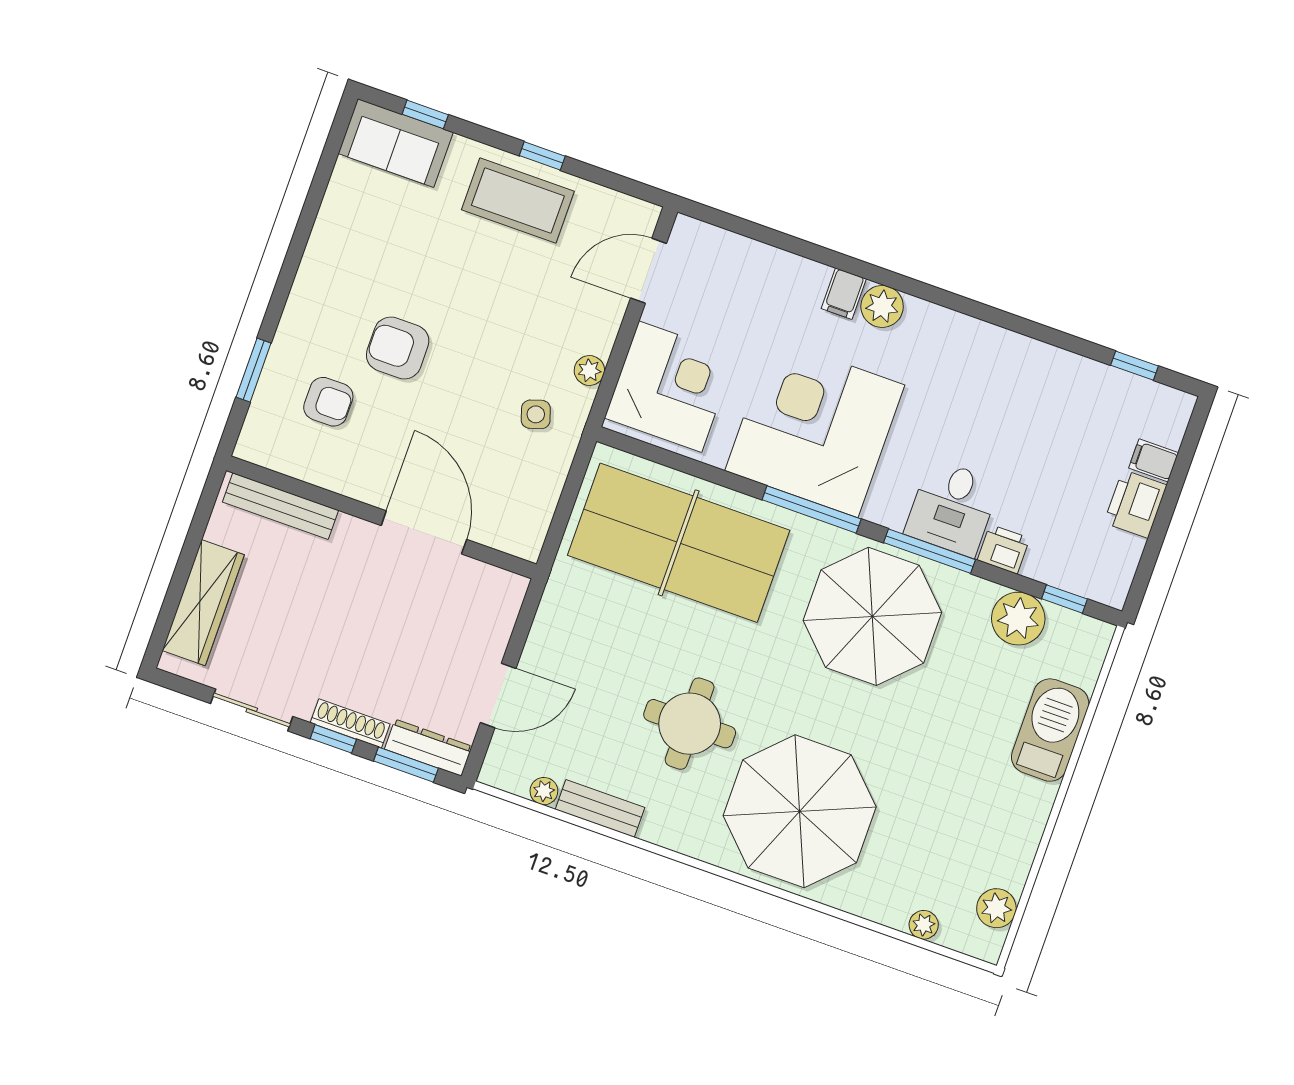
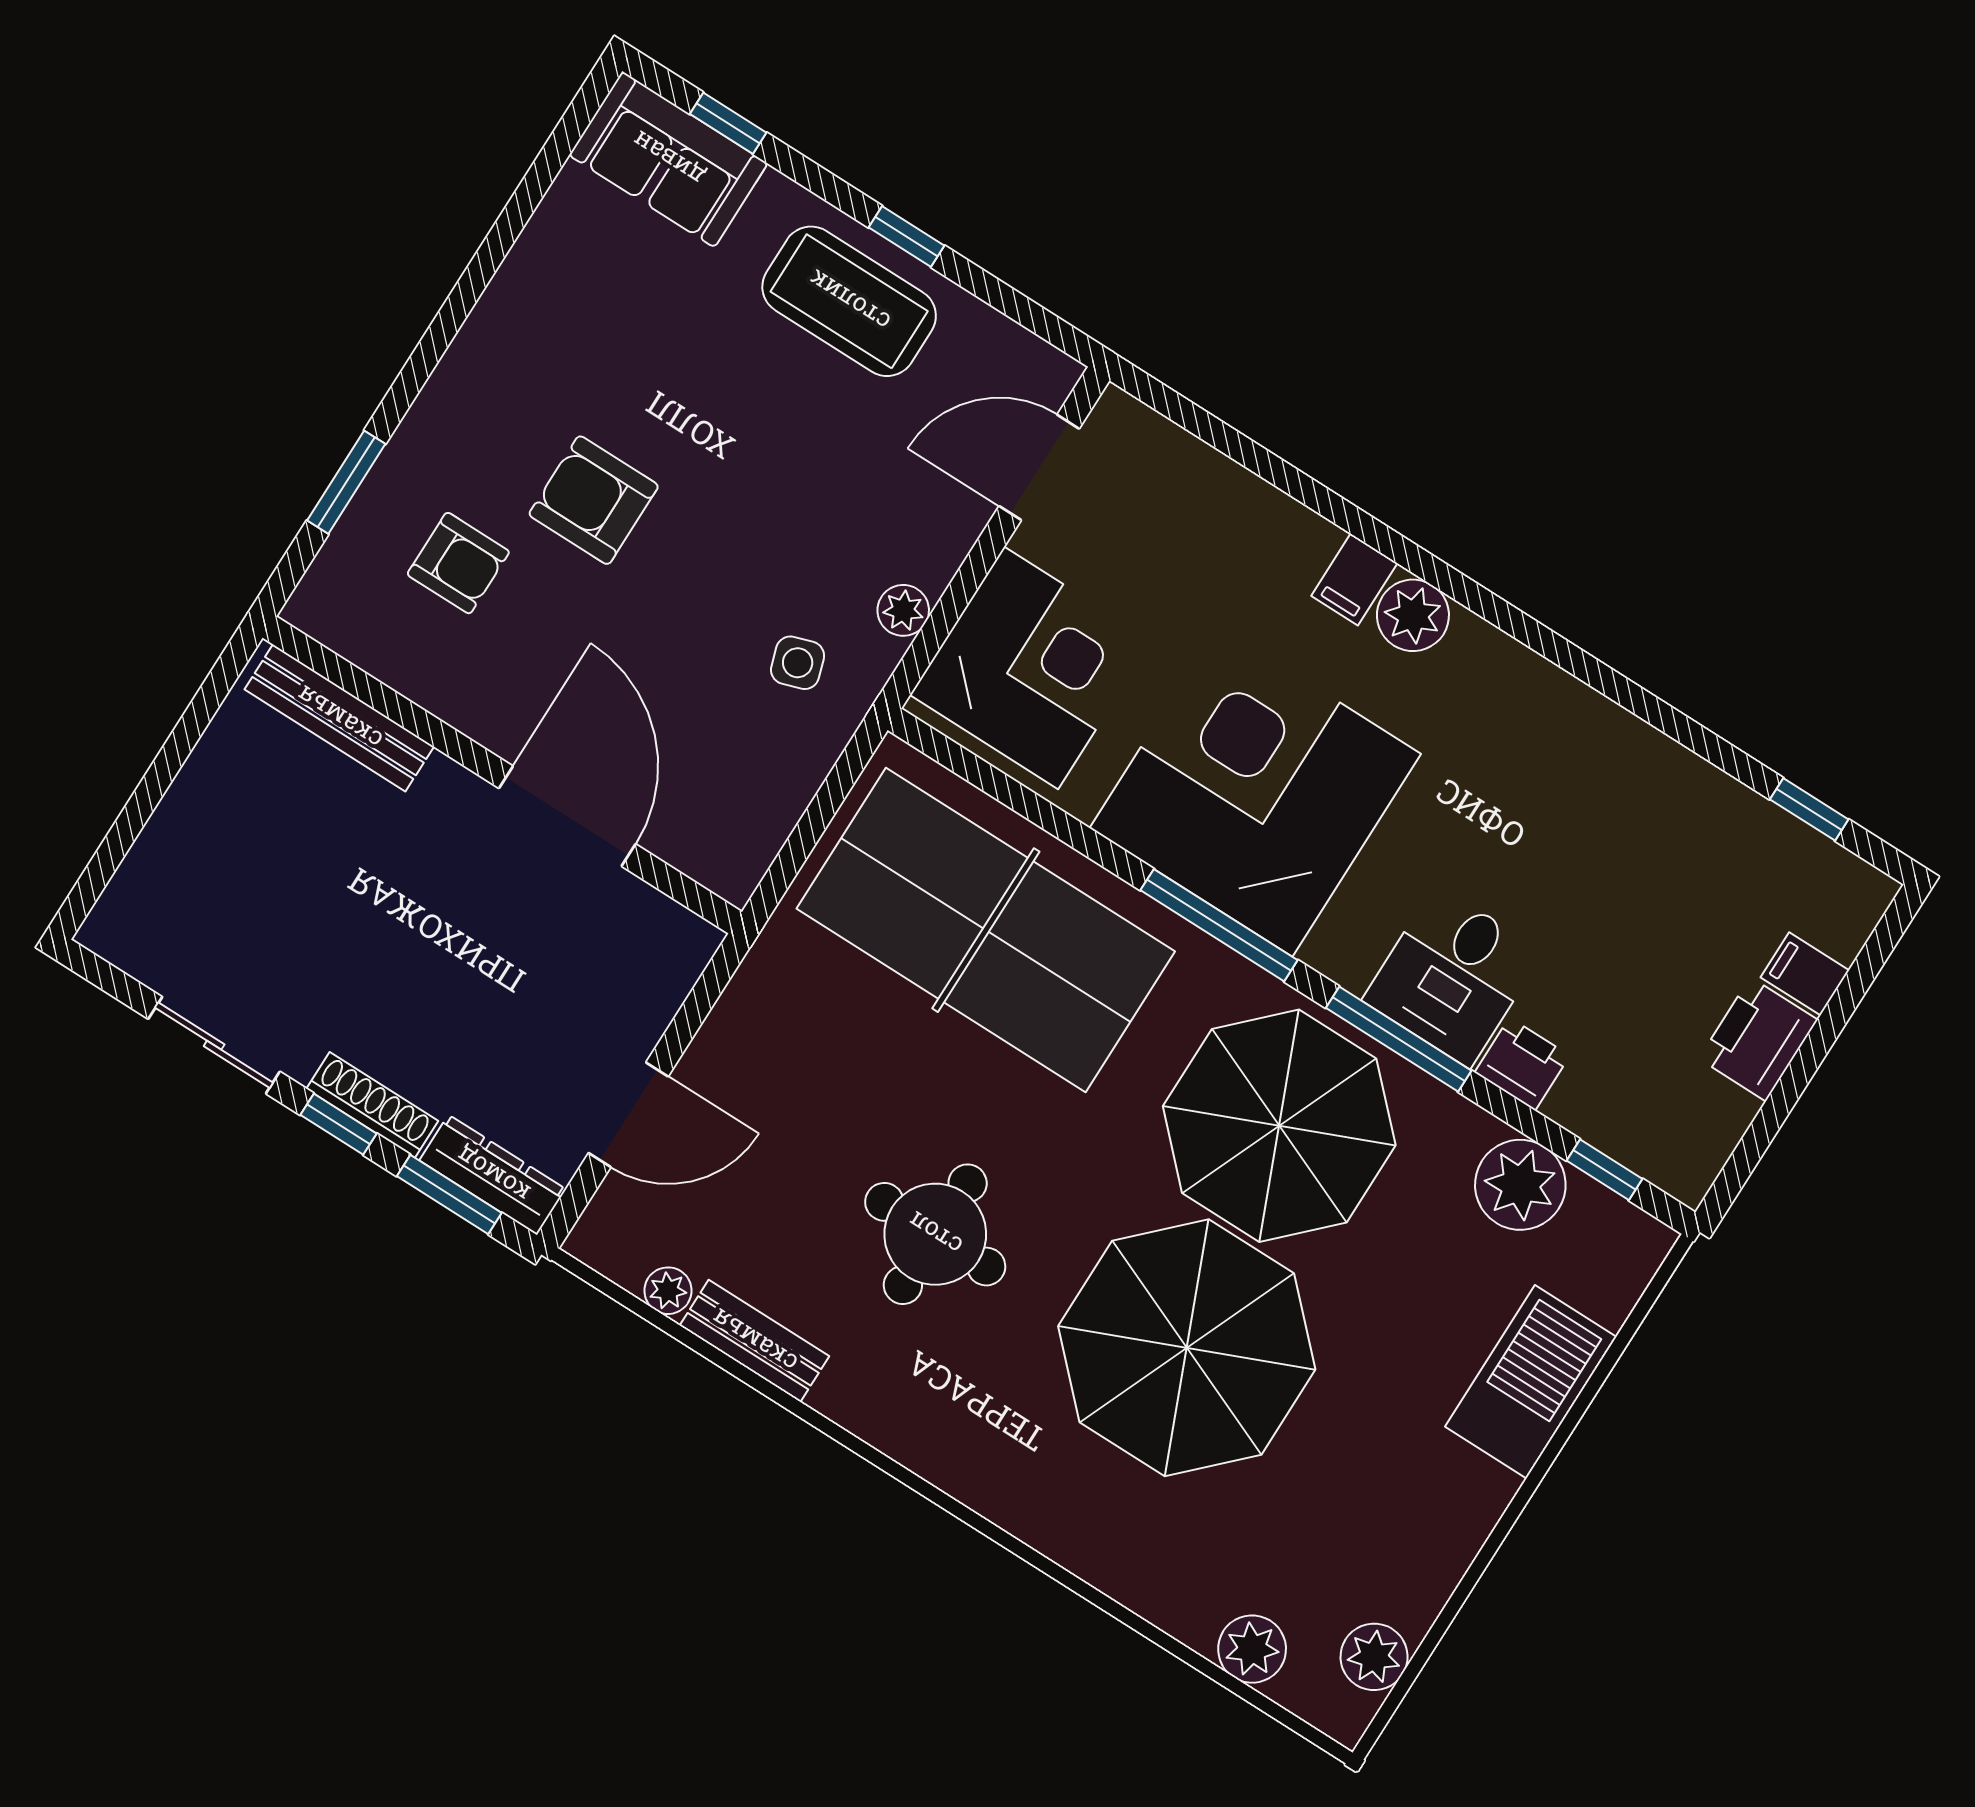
wardrobe: (203, 603) -> (174, 849), removed
parasol: (800, 811) -> (1187, 1348), moved
plant: (924, 925) -> (1252, 1649), width x1.38, depth x1.38

